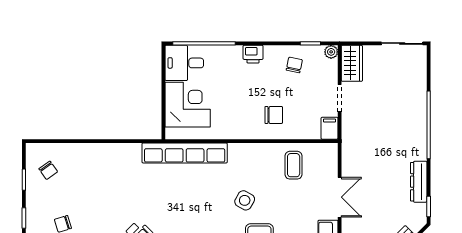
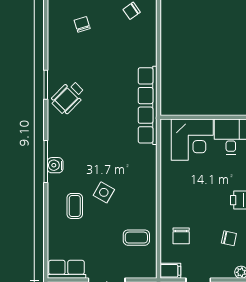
chair: (274, 115) -> (181, 236), moved
row of seats: (185, 153) -> (148, 105), moved

